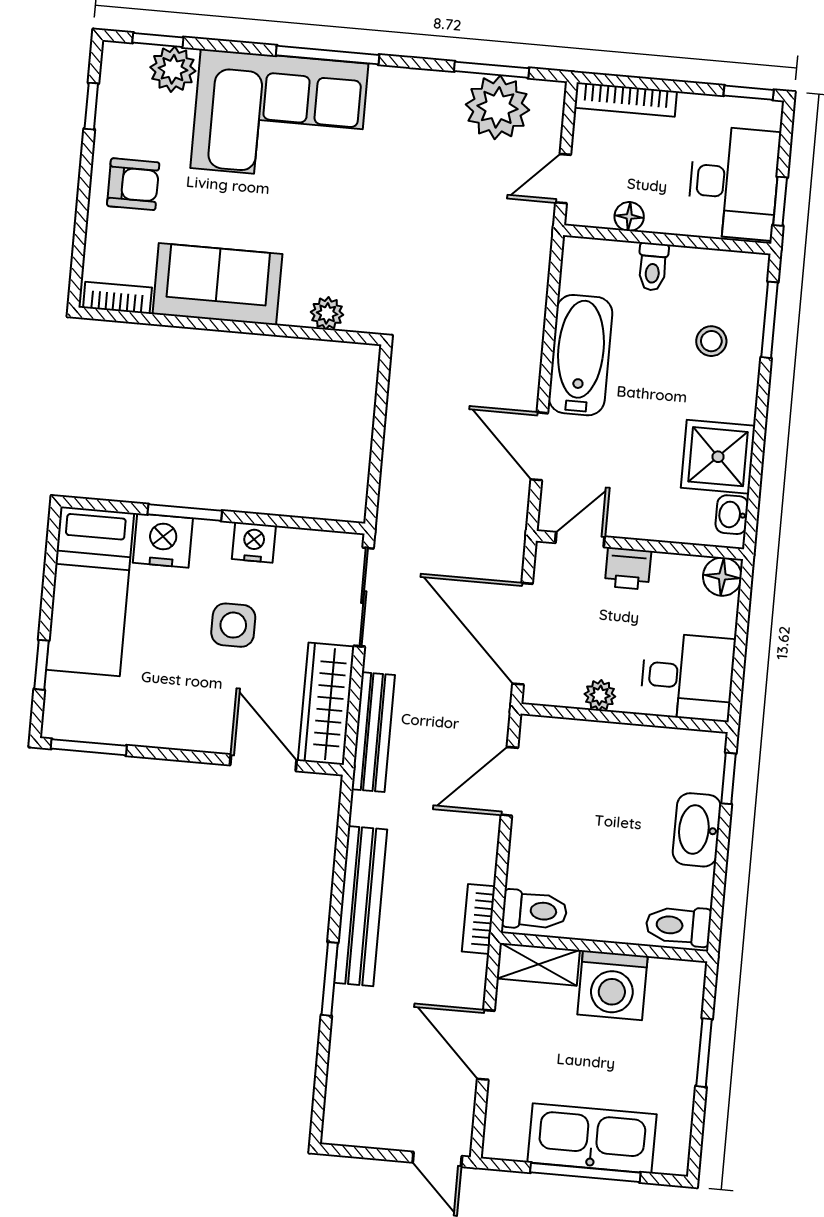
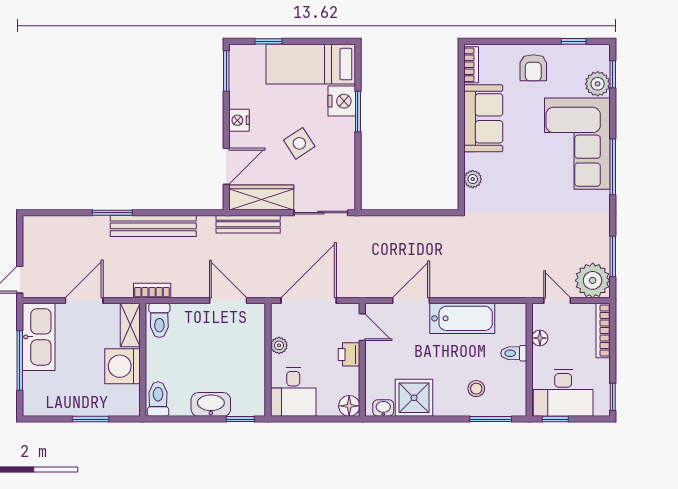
plant: (498, 107) -> (593, 280), moved
nightstand: (254, 542) -> (239, 120), moved, turned 180
side table: (233, 625) -> (299, 143), turned -33
kitchen sink: (592, 1138) -> (39, 337), moved

